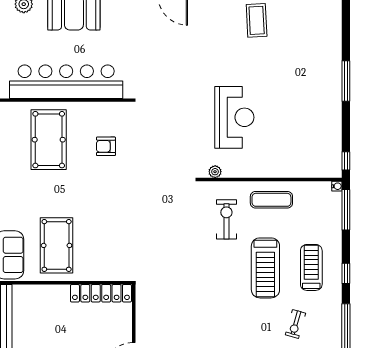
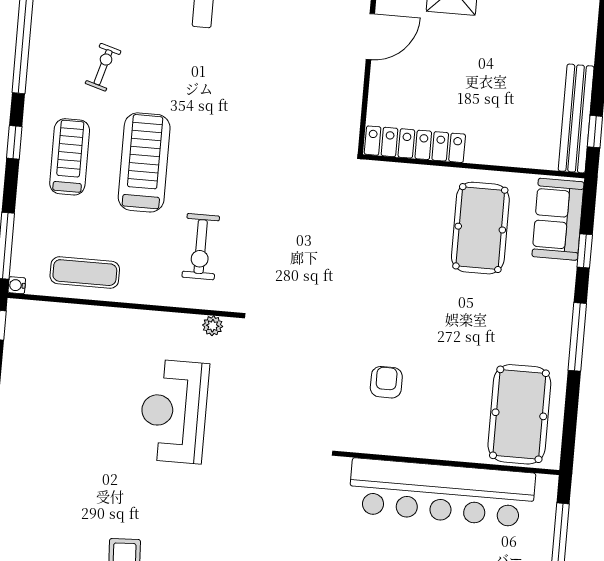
pool table: (49, 140) -> (519, 414), moved
armchair: (106, 146) -> (386, 382), turned -90
exercise mat: (271, 200) -> (85, 273), moved
treadmill: (311, 267) -> (70, 157), turned 180

